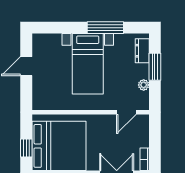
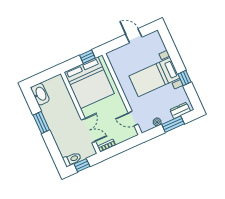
window: (105, 28) -> (185, 78), width x0.46
window: (26, 148) -> (87, 57), moved

